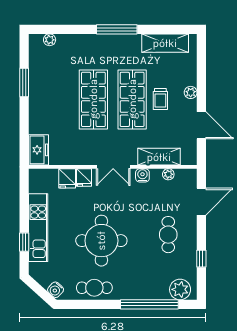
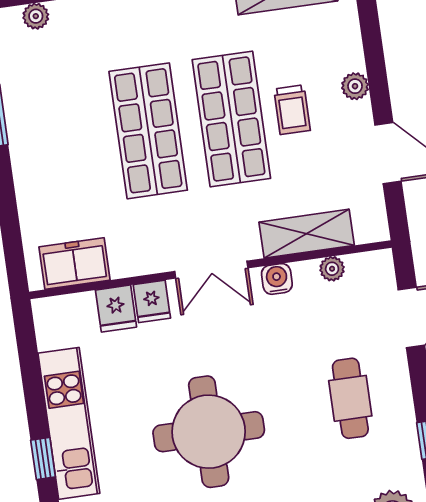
freezer: (38, 150) -> (75, 264), moved, turned -90

